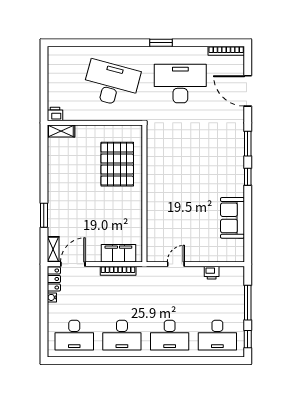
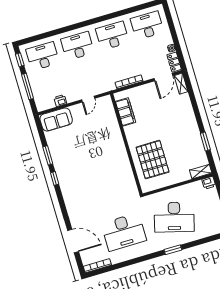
window: (161, 43) -> (173, 250), moved
window: (248, 144) -> (48, 155), moved
window: (44, 215) -> (205, 142), moved
sofa: (232, 218) -> (56, 119), moved, turned 90
filing cabinet: (118, 253) -> (126, 112), moved, turned -90

